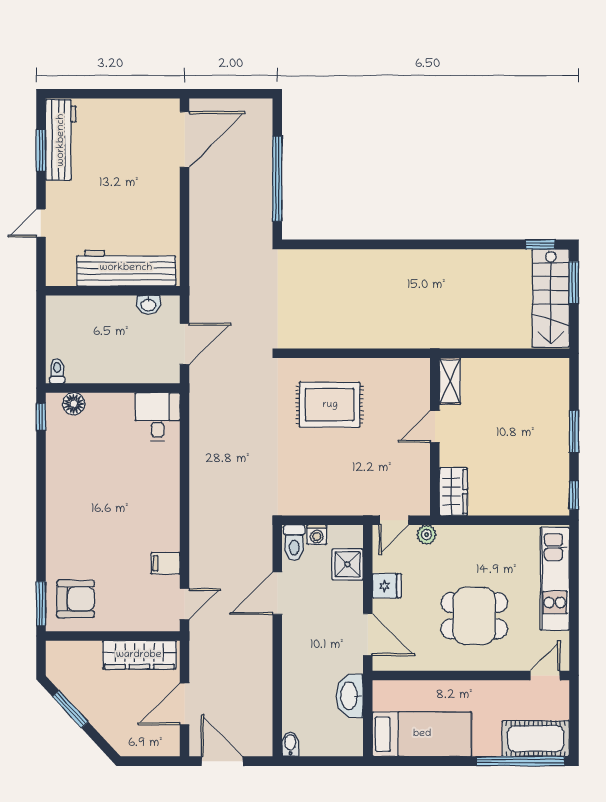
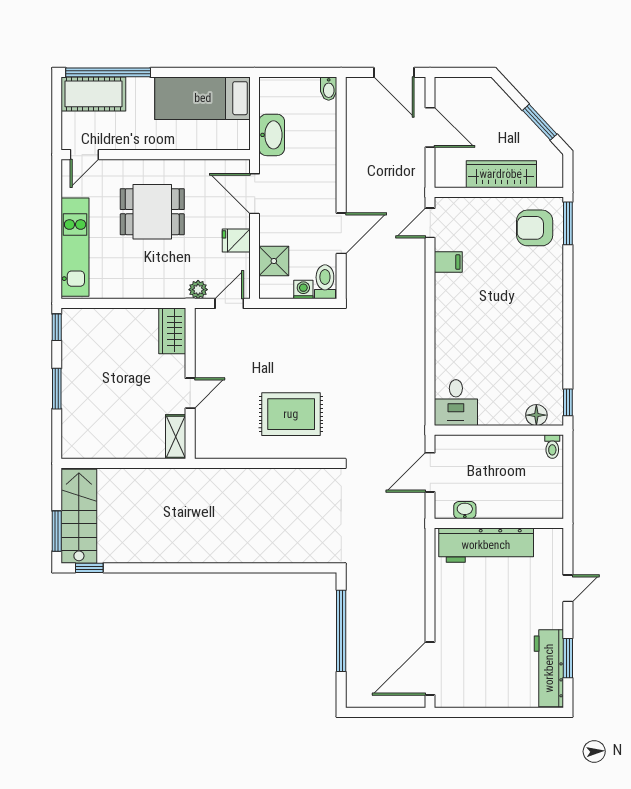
wardrobe: (139, 655) -> (501, 174), moved
door: (185, 704) -> (430, 127), hinge flipped

